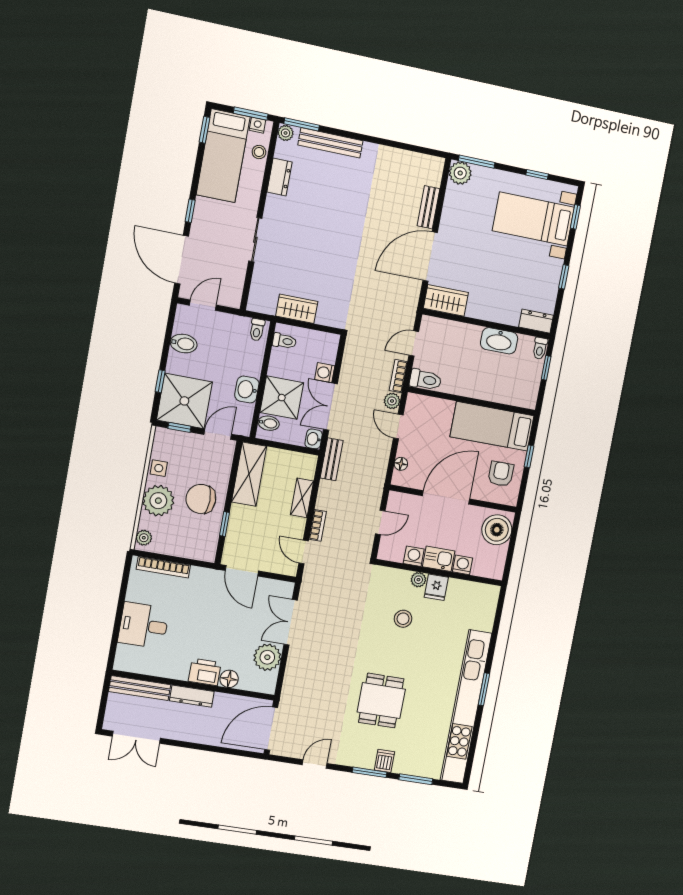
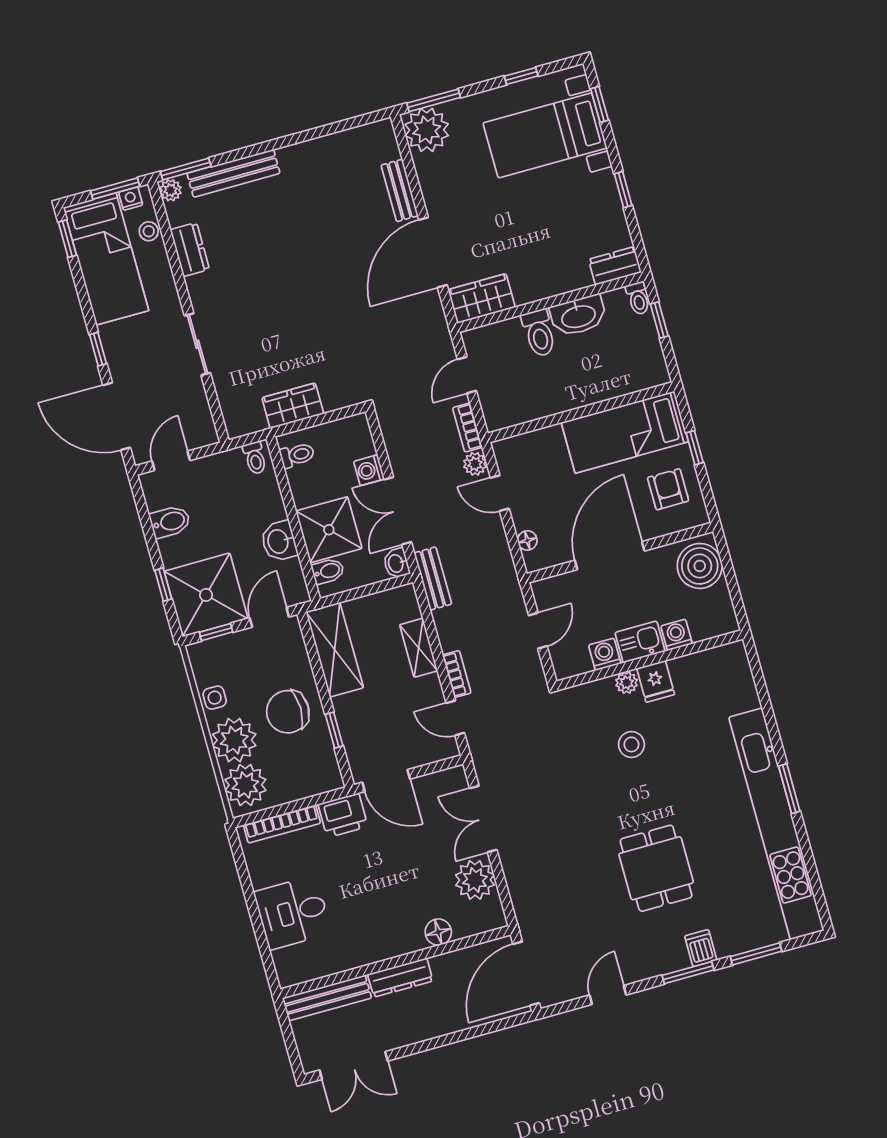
plant: (460, 173) -> (427, 130), width x1.36, depth x1.36
toilet: (425, 380) -> (539, 333), moved, turned 90
plant: (144, 538) -> (245, 785), width x1.88, depth x1.88
printer: (205, 672) -> (343, 815), moved, turned 180

